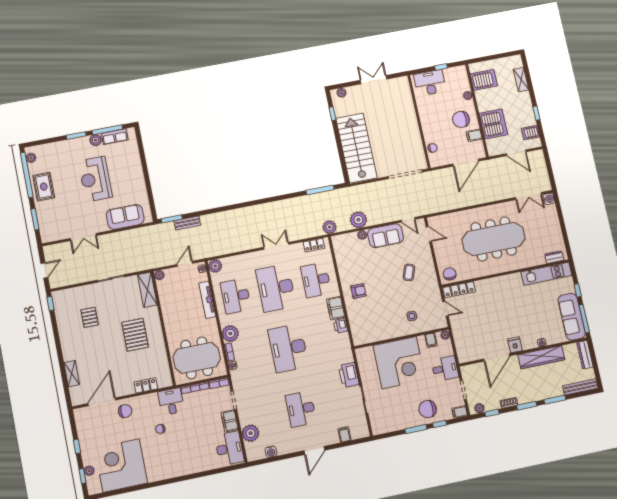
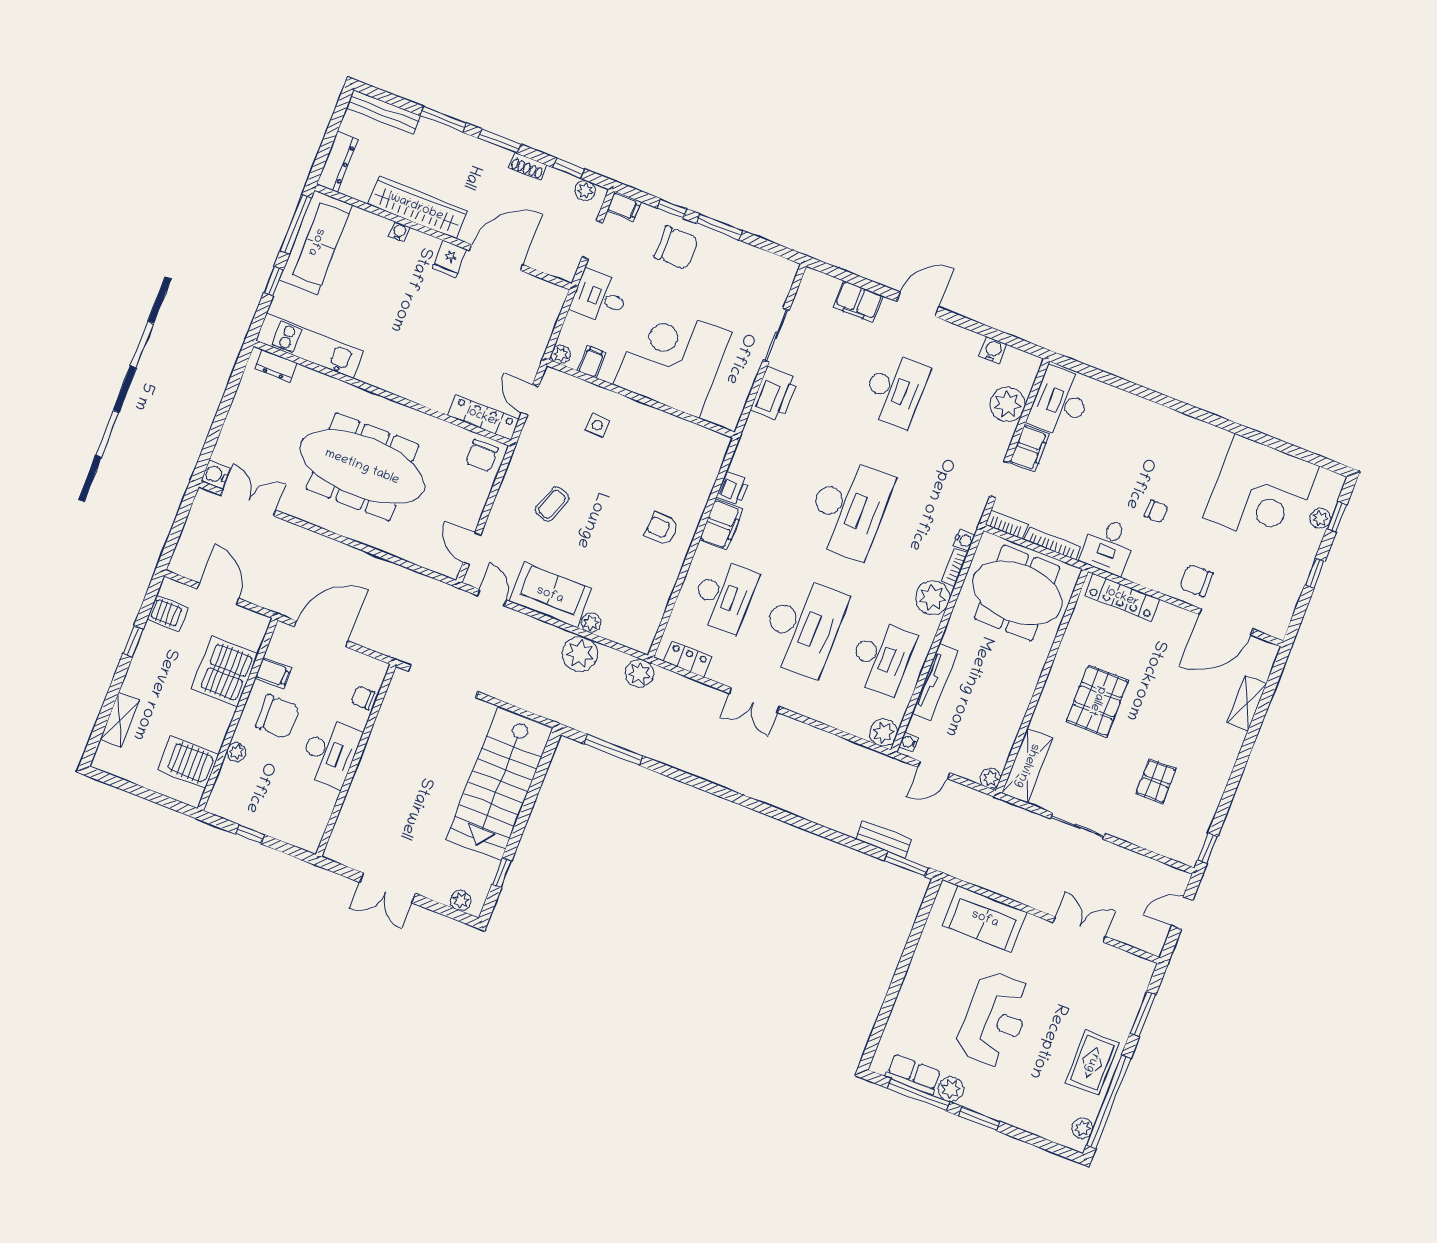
desk: (430, 83) -> (330, 753), moved, turned -90
locker: (146, 385) -> (1122, 597), width x1.53
filing cabinet: (344, 434) -> (858, 302), width x2.00

